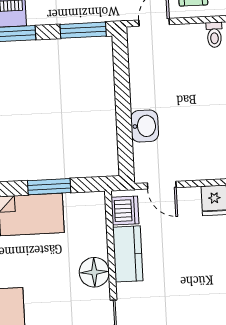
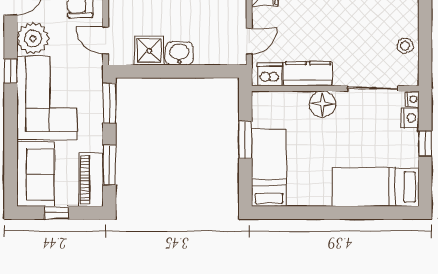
shower: (145, 72) -> (149, 51), added
washbasin: (145, 126) -> (179, 53), moved

